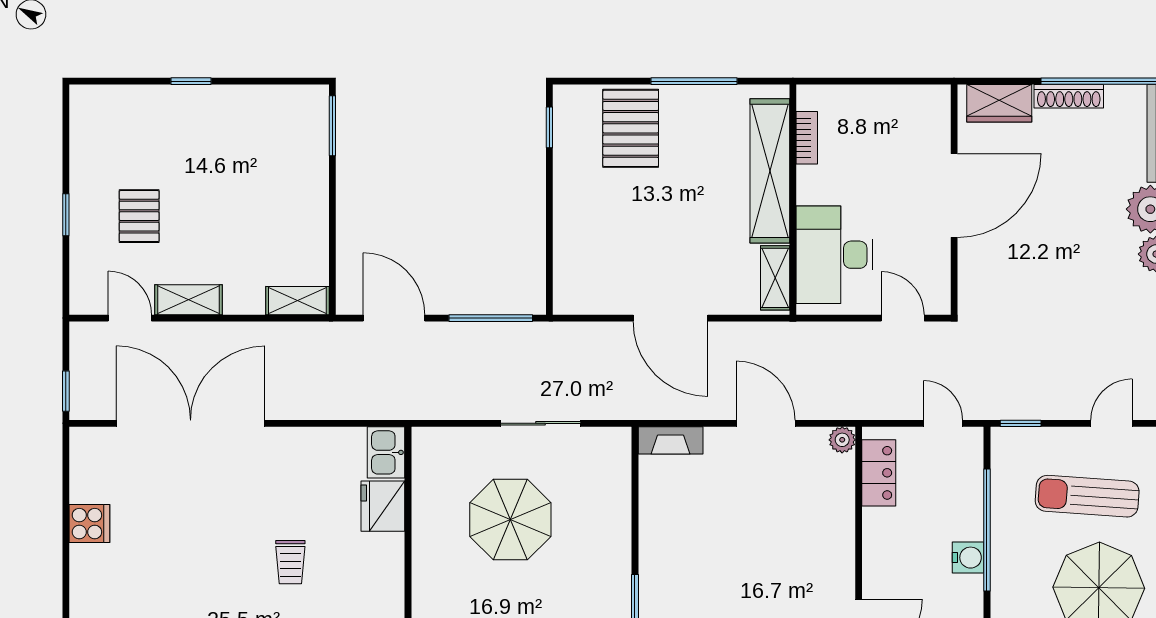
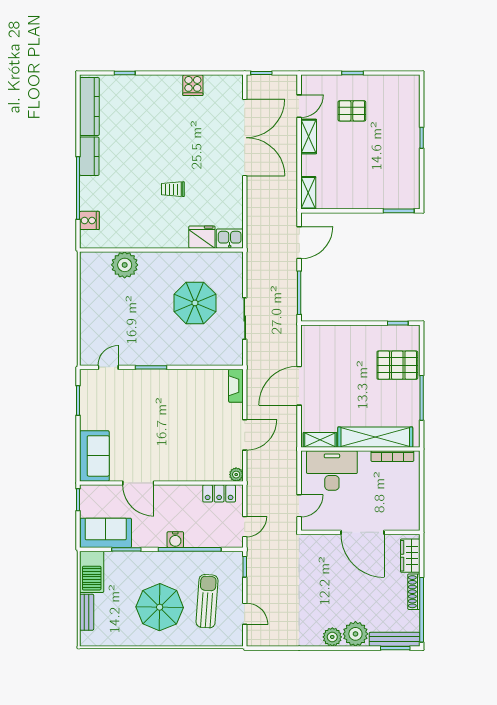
bookcase: (807, 138) -> (392, 456), width x1.56

